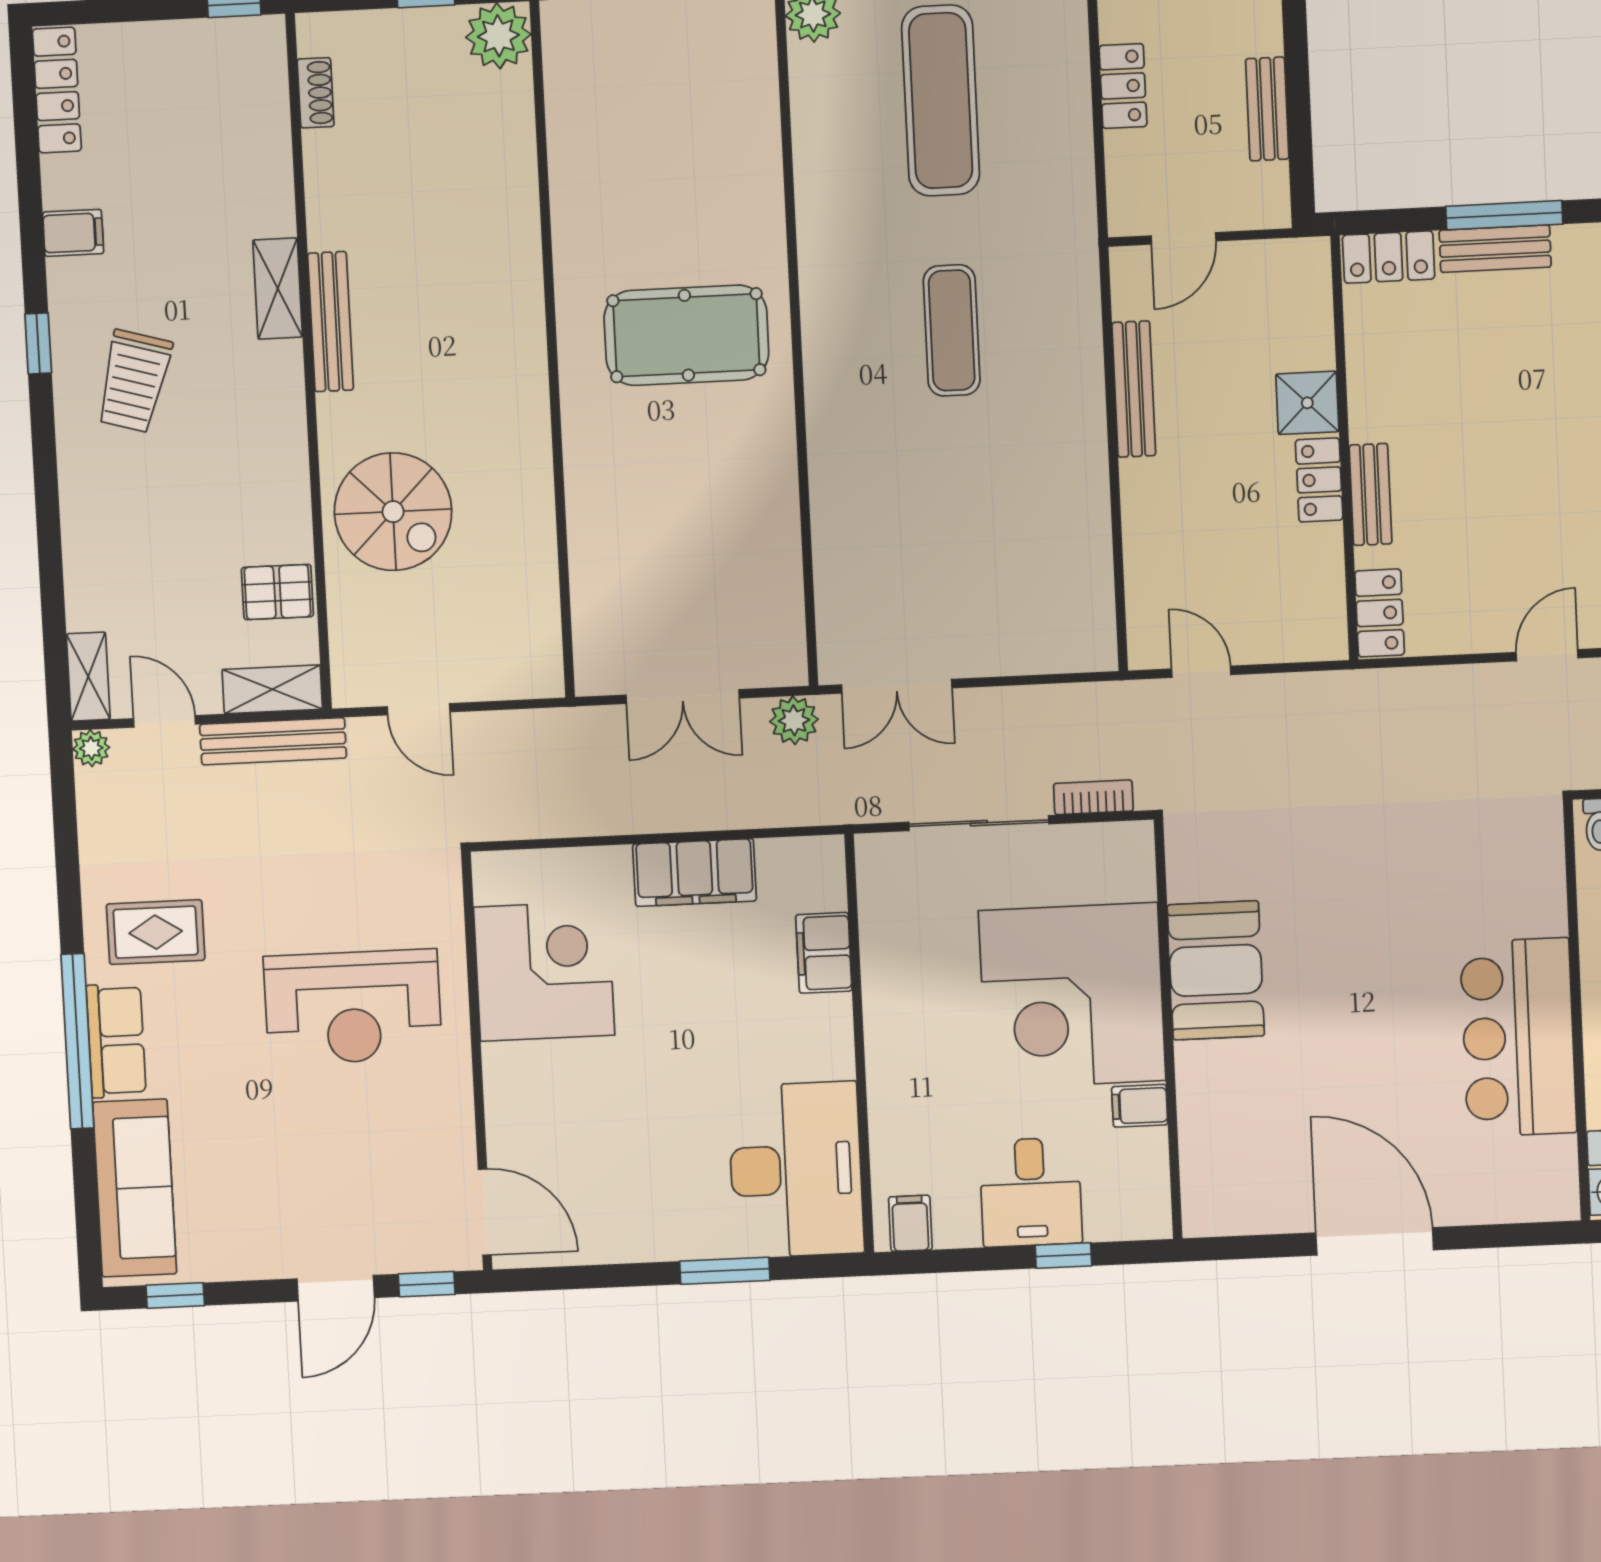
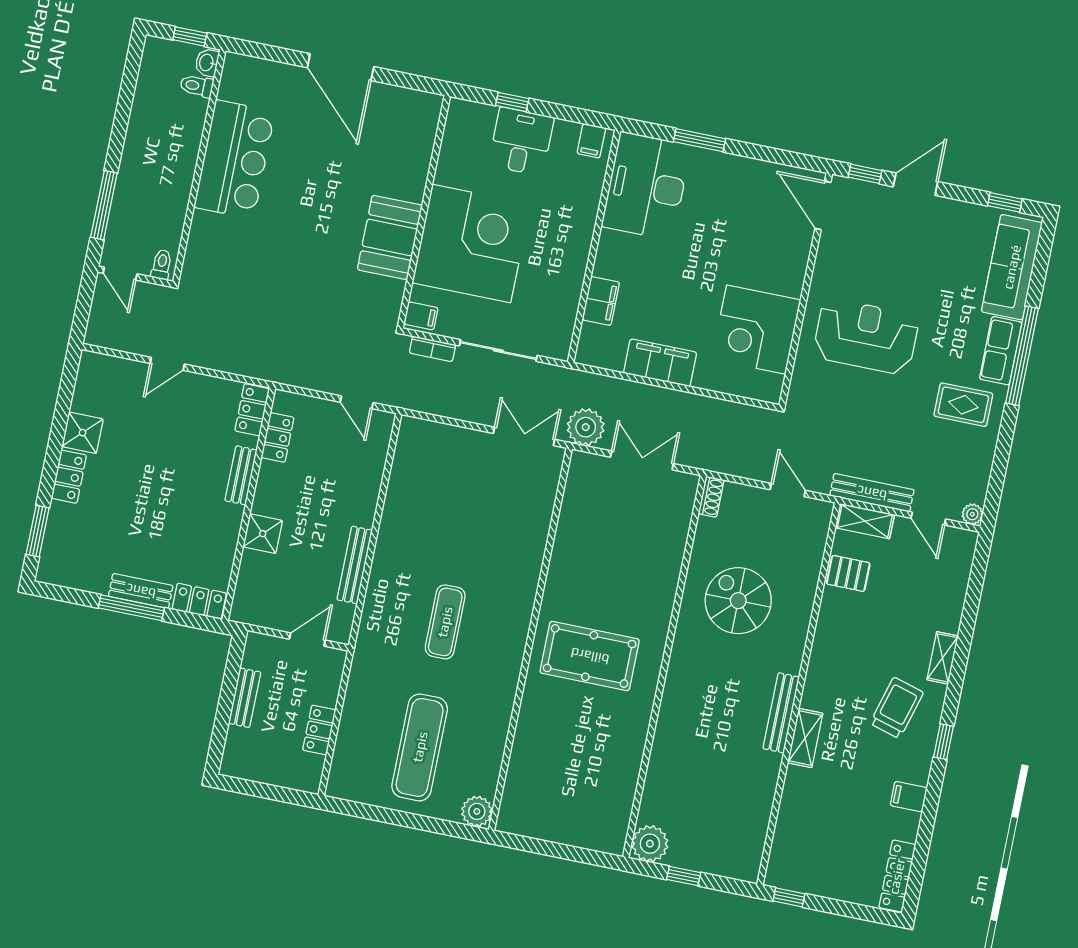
shoe rack: (316, 93) -> (711, 497), moved, turned 180
locker: (1319, 480) -> (278, 437), moved
spiral stairs: (393, 512) -> (738, 601), moved
shelving: (88, 677) -> (943, 658), moved
plant: (794, 720) -> (586, 427), width x1.36, depth x1.36
filing cabinet: (1140, 1106) -> (421, 316), moved

